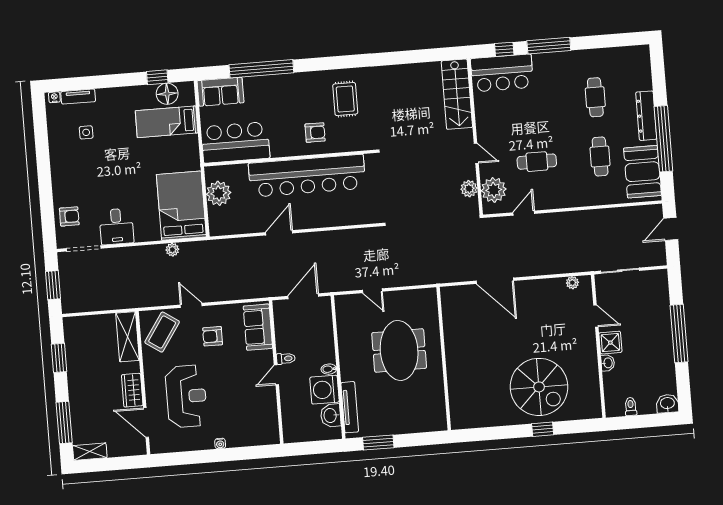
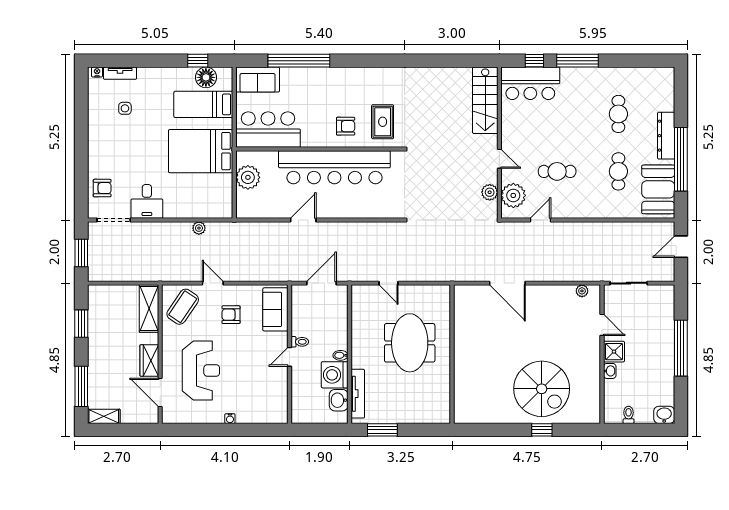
rug: (345, 99) -> (383, 122), moved
bed: (181, 206) -> (201, 151), moved, turned -90

